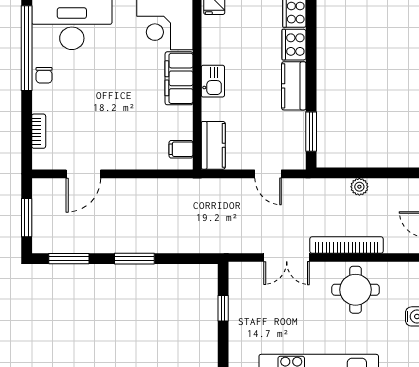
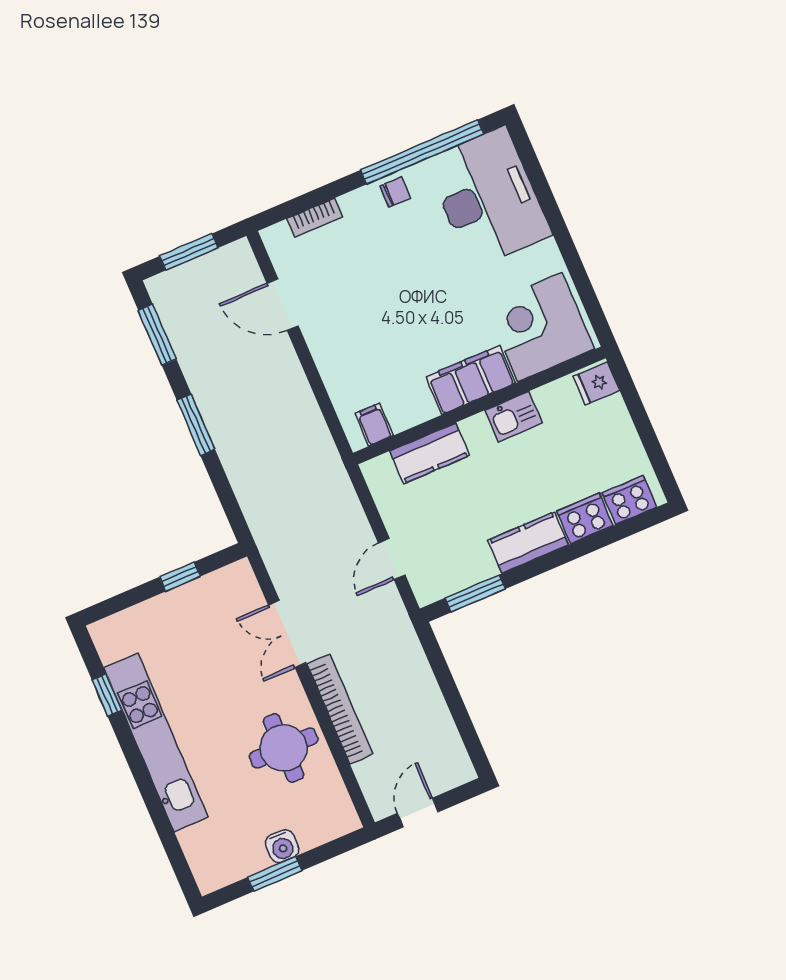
chair: (44, 75) -> (395, 192), turned 180
kitchen sink: (213, 81) -> (514, 417), moved
kitchen counter: (213, 145) -> (430, 453), moved
plant: (359, 187) -> (428, 692), removed

